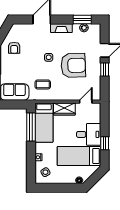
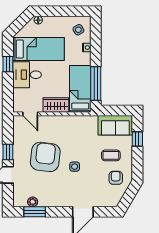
fireplace: (61, 28) -> (59, 201), removed
armchair: (73, 65) -> (45, 157), turned 99
coffee table: (43, 84) -> (111, 155), moved
door: (86, 102) -> (30, 114), hinge flipped

